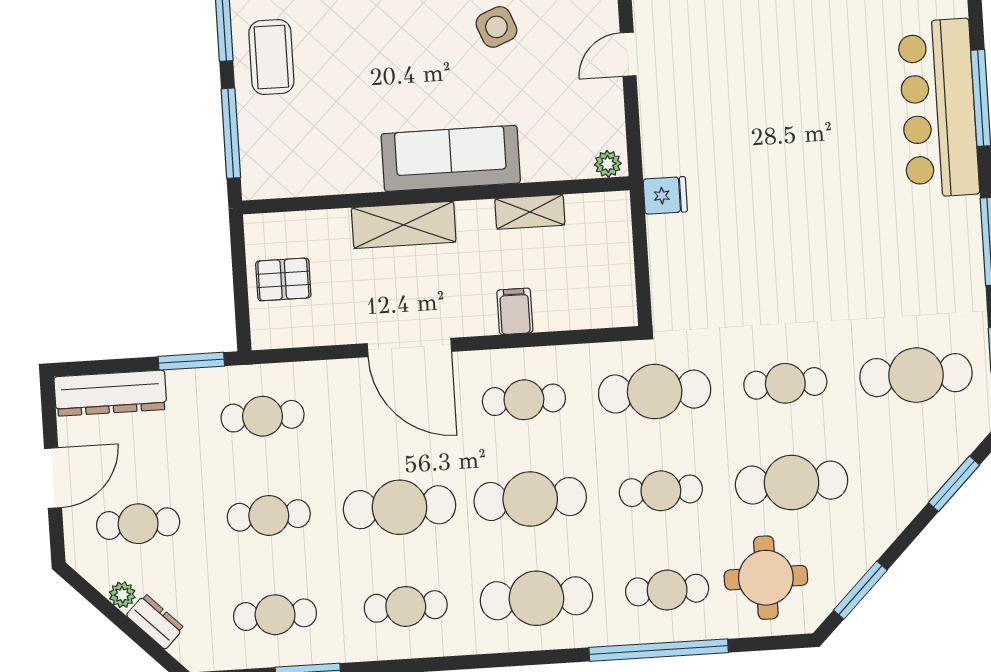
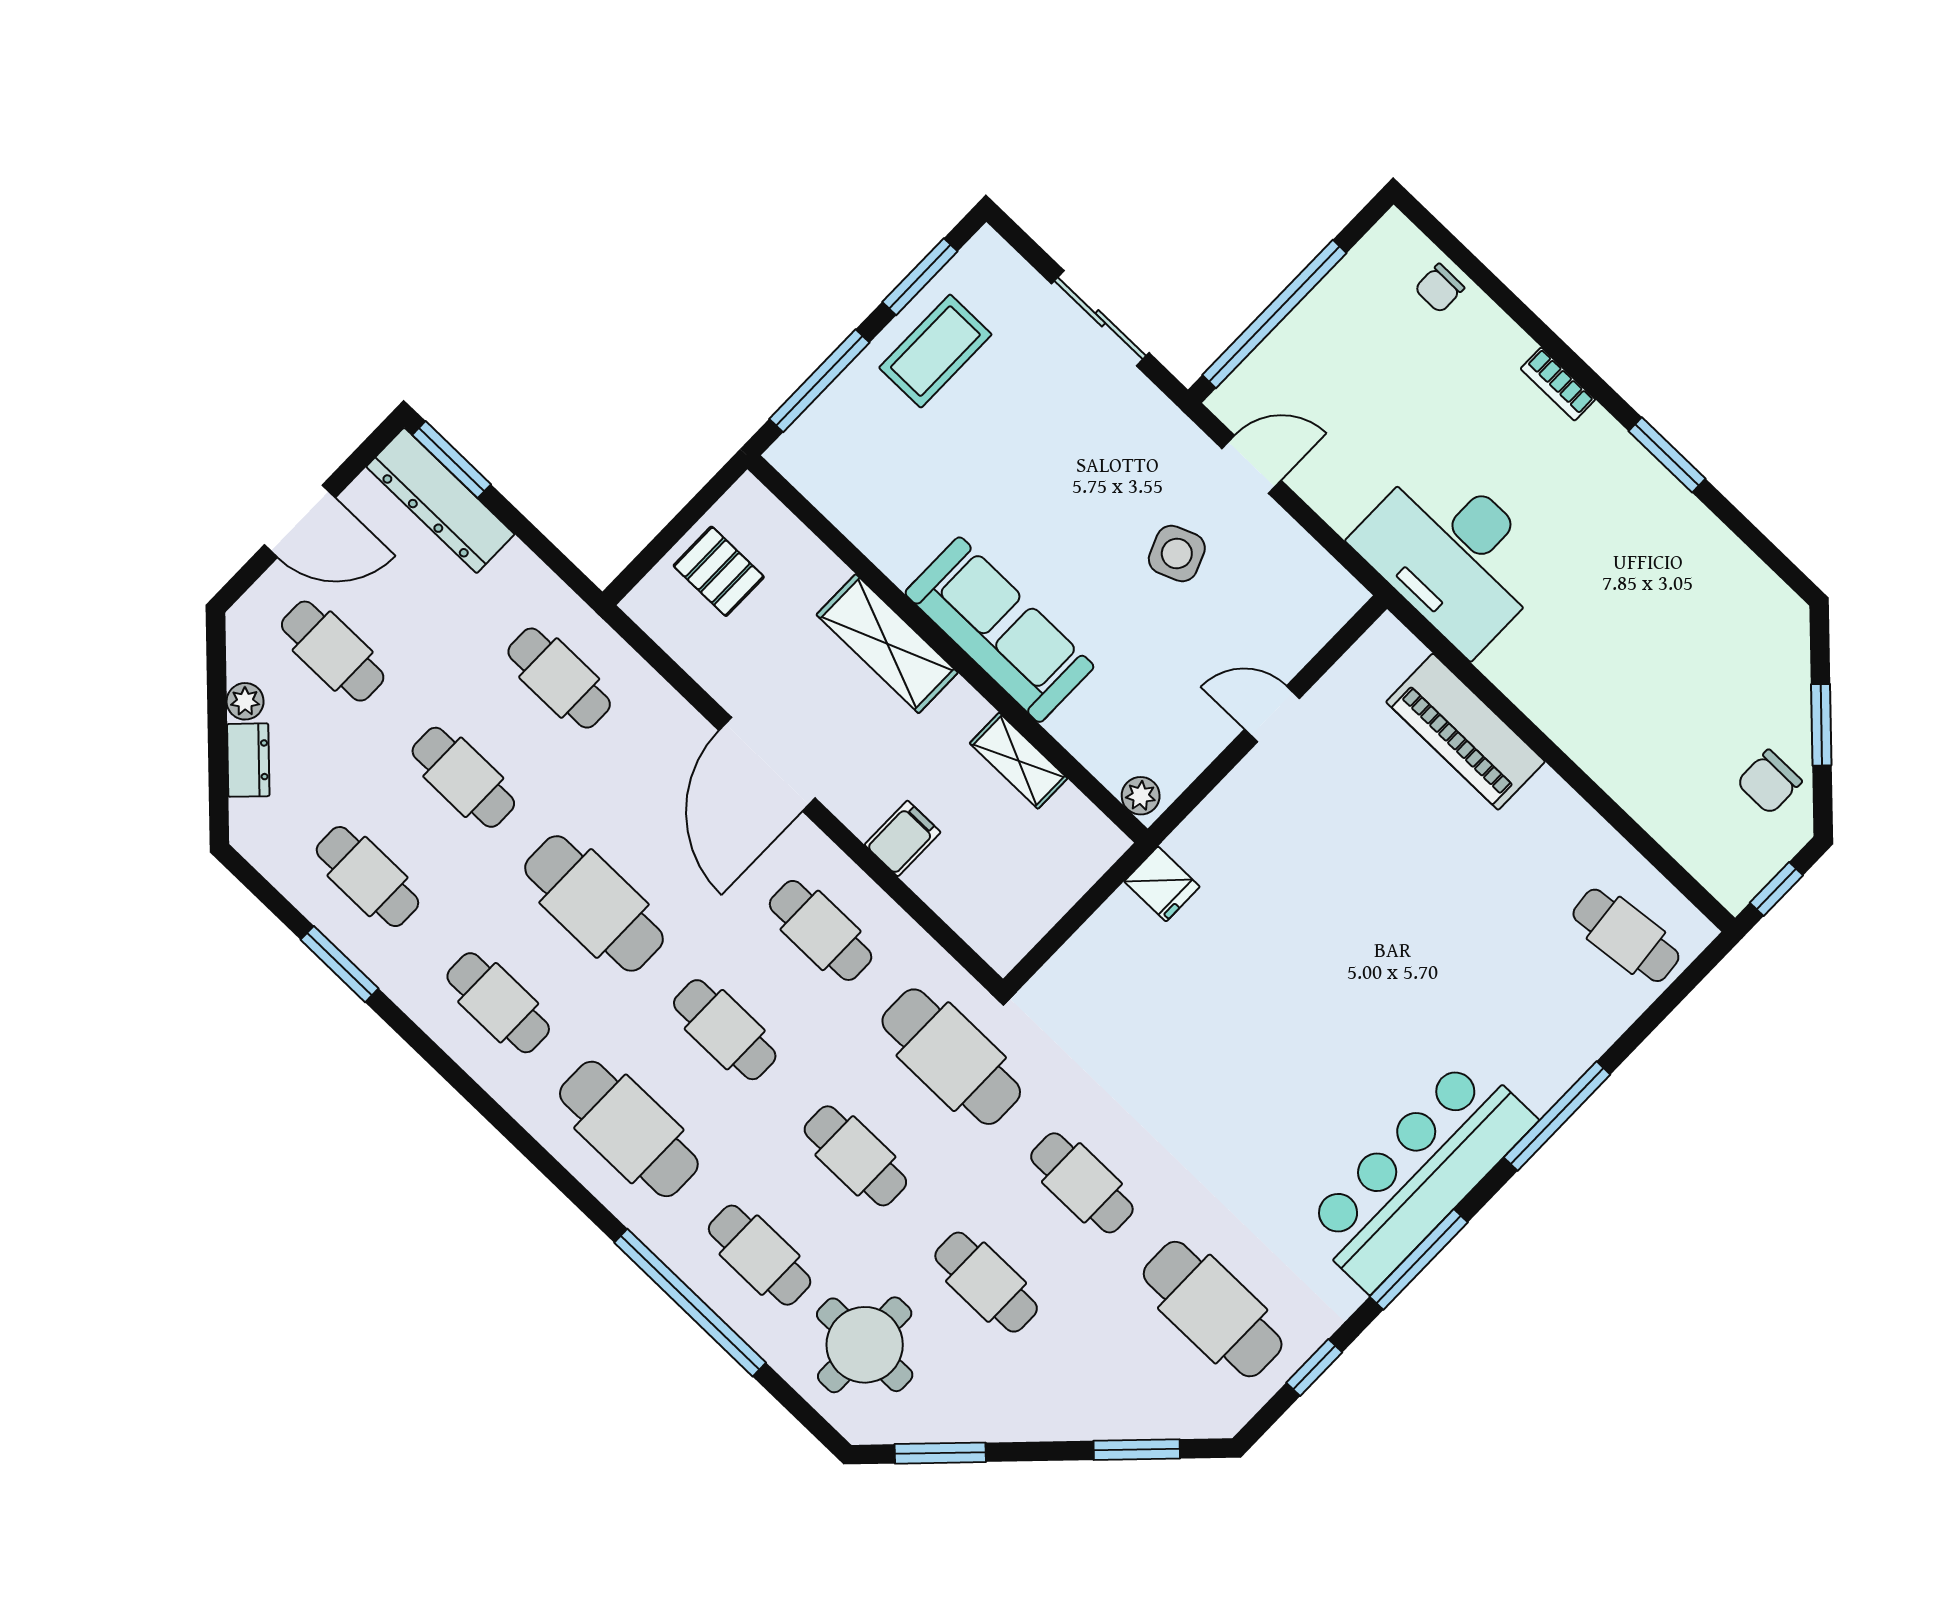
bar counter: (938, 108) -> (1419, 1174), moved
window: (191, 361) -> (452, 460), moved
cafe table: (792, 483) -> (986, 1282), width x0.73, depth x0.74
cafe table: (530, 499) -> (725, 1030), width x0.73, depth x0.74

